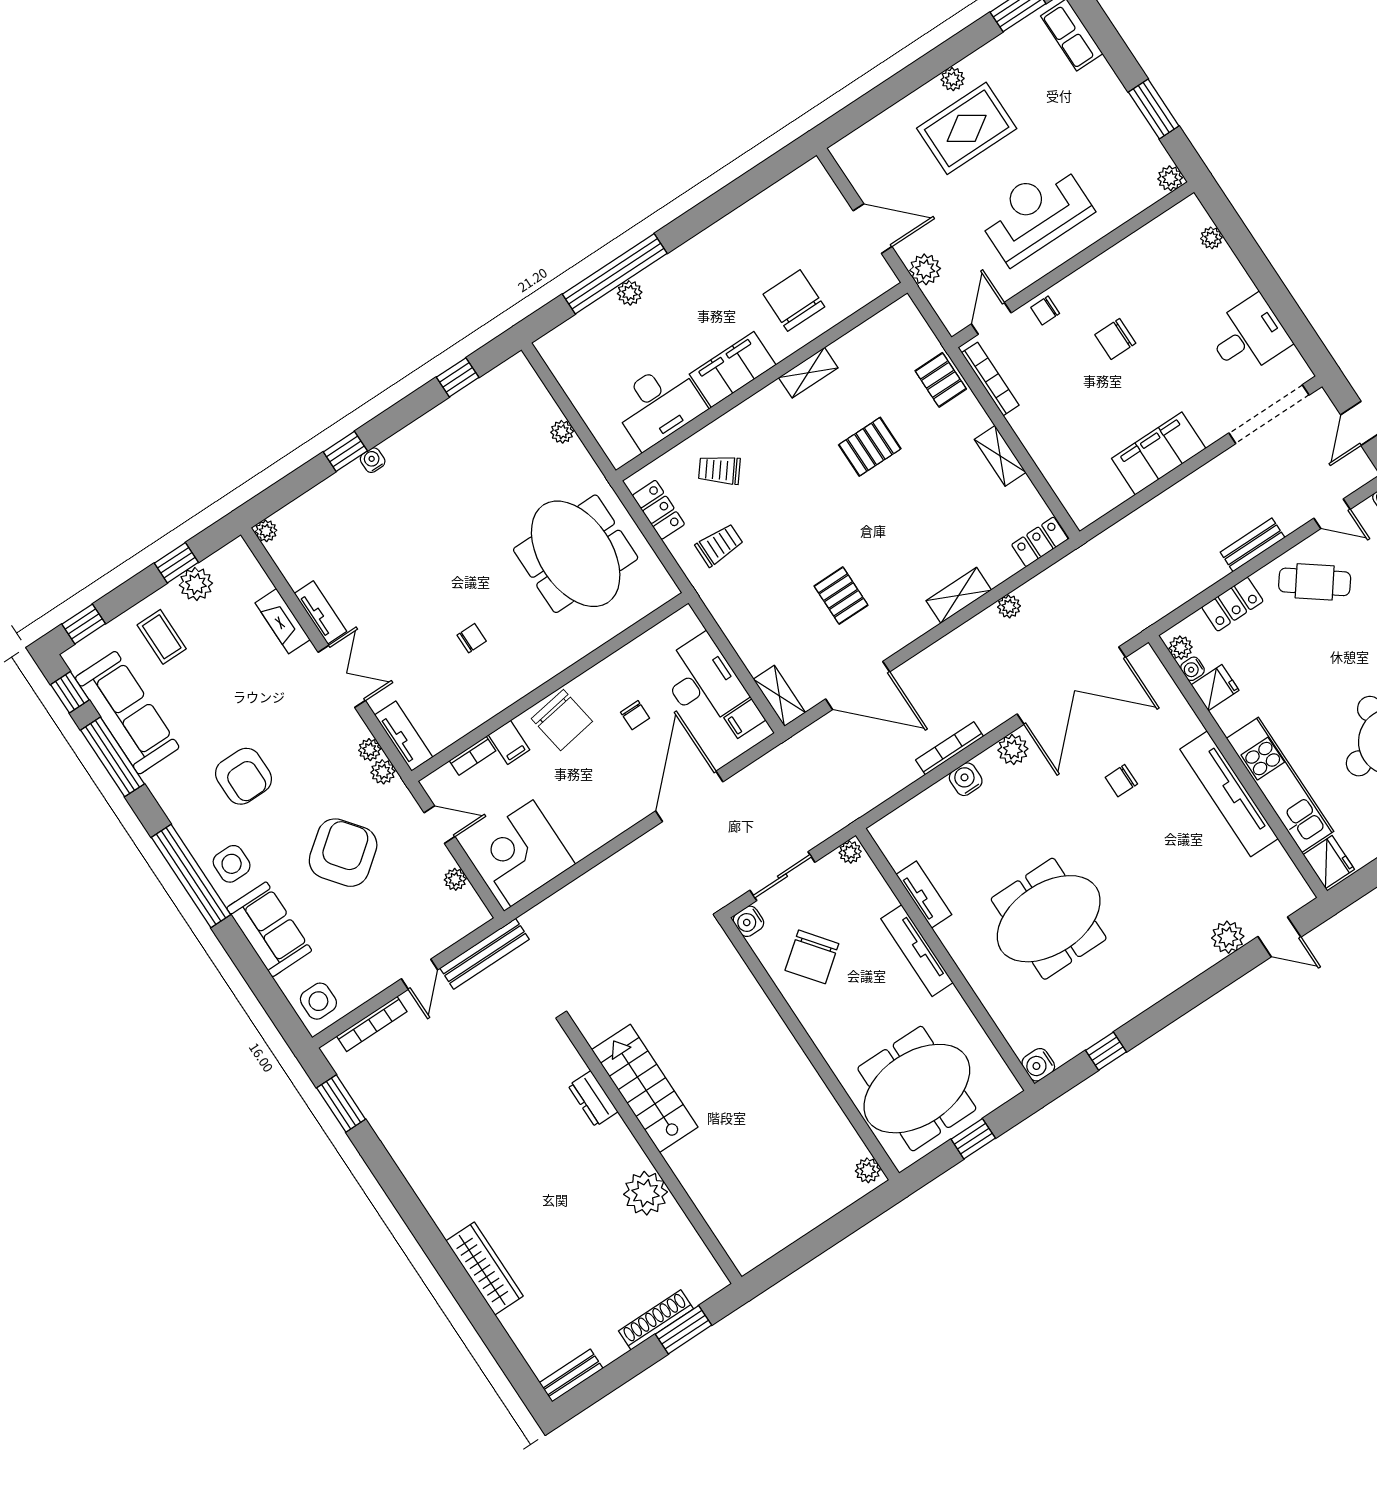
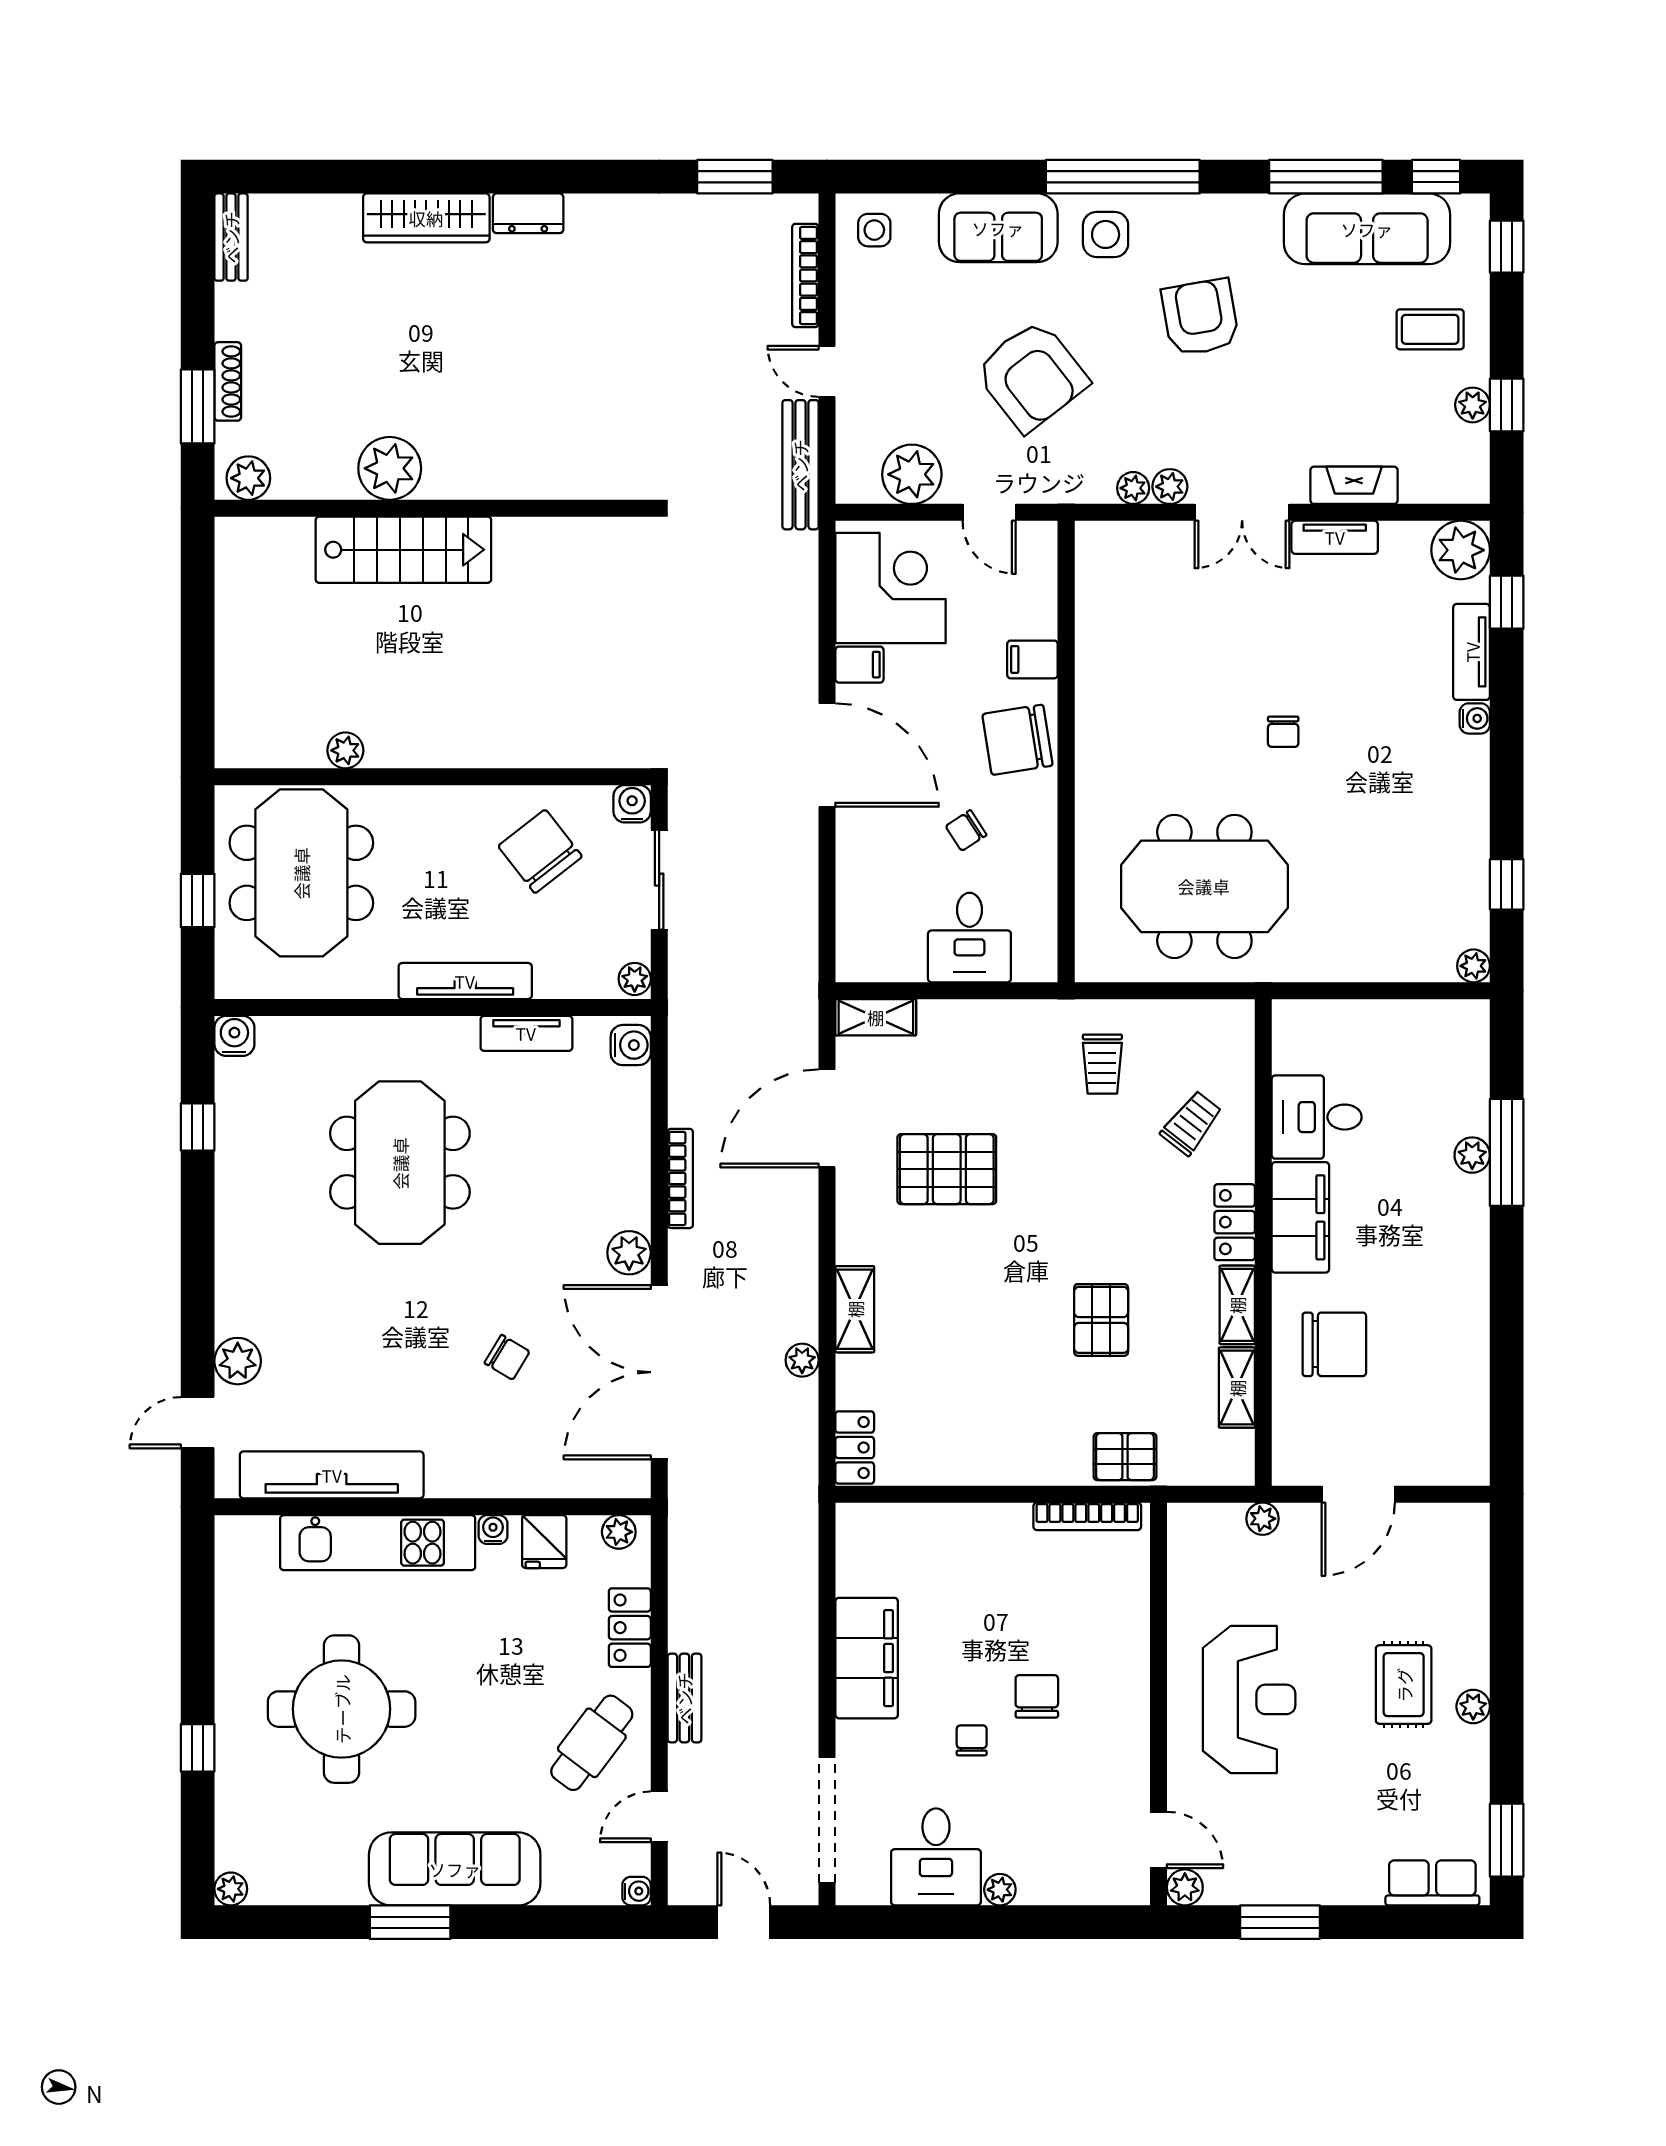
rug: (967, 128) -> (1404, 1685), width x0.73, depth x0.70
plant: (1211, 238) -> (1000, 1890), moved
plant: (925, 269) -> (1263, 1519), width x0.73, depth x0.73
window: (615, 274) -> (1507, 1152), width x0.68
chair: (1045, 310) -> (972, 1740), moved
door: (991, 318) -> (1158, 1840), moved
desk: (658, 405) -> (1317, 1117), width x0.73
plant: (562, 432) -> (1473, 966), moved
window: (345, 451) -> (1507, 602), moved
shelving: (1000, 456) -> (1237, 1388), moved, turned 90
locker: (658, 510) -> (1235, 1222), moved, turned 90
plant: (266, 531) -> (1461, 550), width x1.88, depth x1.88
plant: (196, 584) -> (1473, 405), width x0.73, depth x0.73
pallet: (841, 596) -> (947, 1169), width x1.50, depth x1.42
chair: (472, 638) -> (1283, 732), moved
water cooler: (1193, 669) -> (493, 1530), moved
desk: (702, 681) -> (969, 938), width x0.73
chair: (635, 715) -> (966, 831), turned -33
filing cabinet: (745, 719) -> (859, 665), moved, turned 90
tv unit: (404, 736) -> (1472, 652), moved, turned 90
bookcase: (473, 756) -> (1045, 606), removed
plant: (383, 772) -> (1170, 487), moved
armchair: (244, 776) -> (1200, 317), turned 80
water cooler: (966, 779) -> (631, 1045), moved
chair: (1121, 781) -> (507, 1357), turned 121
tv unit: (1229, 794) -> (332, 1475), moved
door: (689, 796) -> (827, 755), moved
door: (440, 825) -> (989, 512), hinge flipped
fridge: (1329, 862) -> (248, 1540), removed
plant: (455, 879) -> (912, 474), width x1.87, depth x1.87
side table: (318, 1001) -> (874, 230), width x0.73, depth x0.73
stairs: (645, 1088) -> (403, 550), moved
dresser: (593, 1099) -> (528, 213), moved, turned 180
plant: (868, 1170) -> (345, 750), moved
plant: (706, 1272) -> (248, 478), added
shoe rack: (656, 1320) -> (228, 381), width x0.74, depth x0.81

